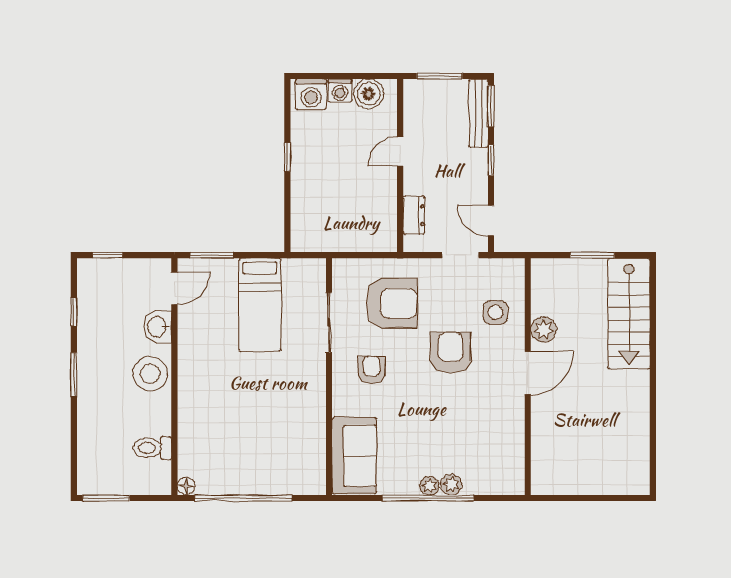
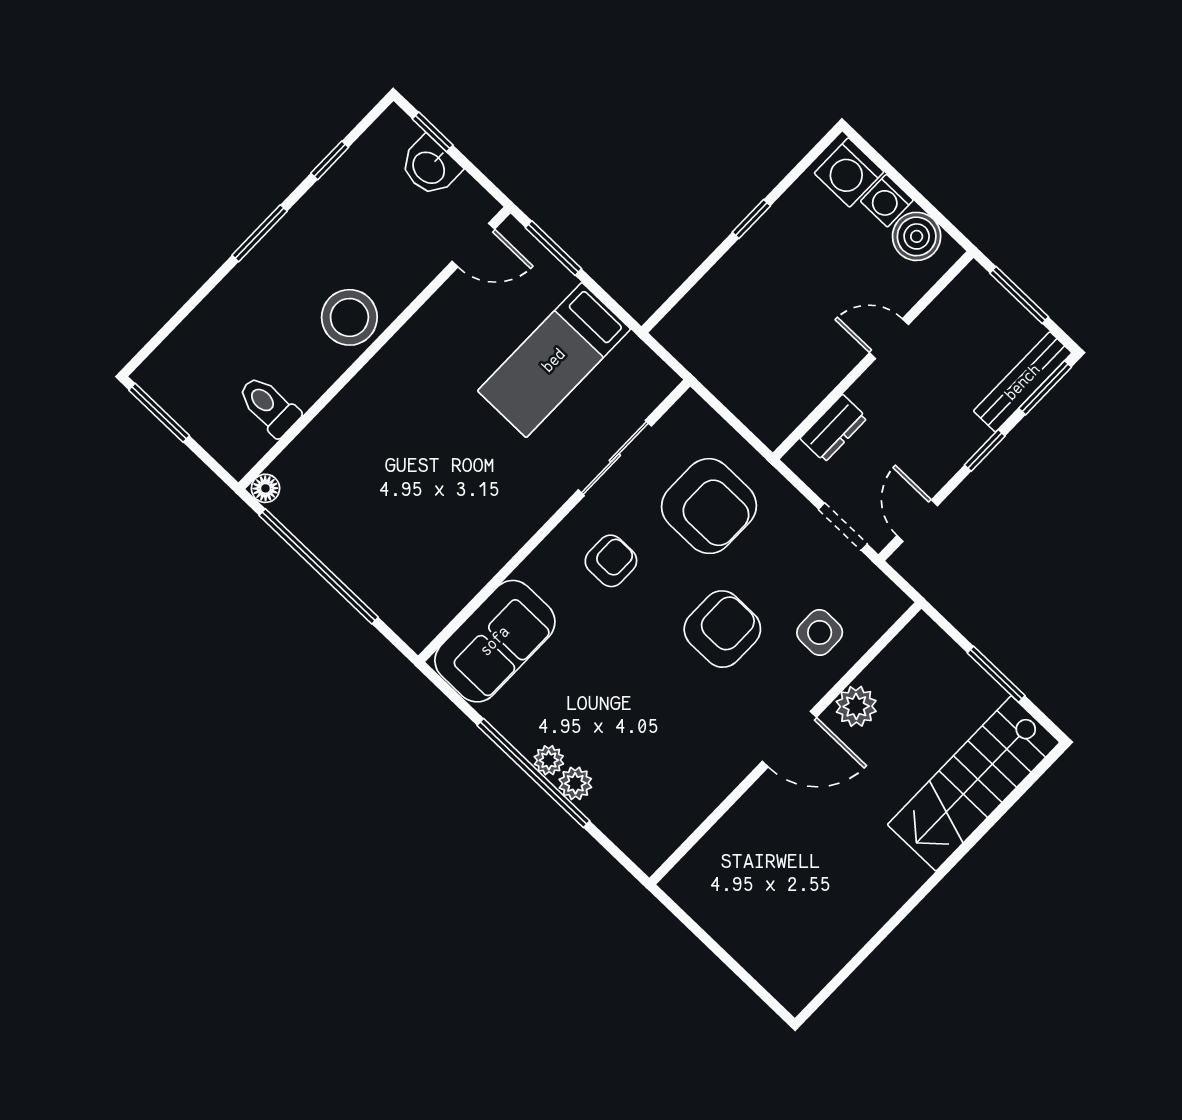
washbasin: (158, 327) -> (430, 167), moved, turned -90

